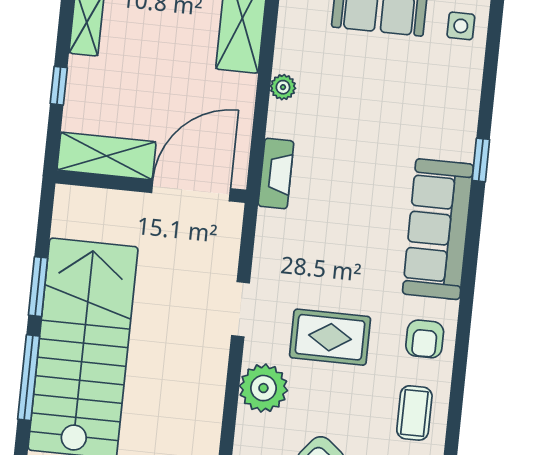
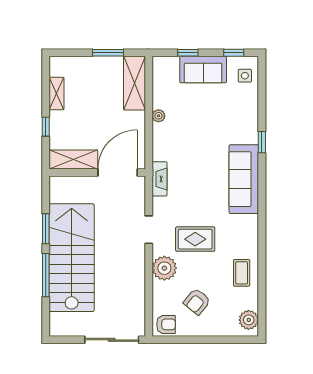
fireplace: (276, 174) -> (159, 179), moved
armchair: (425, 339) -> (243, 235), removed

